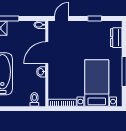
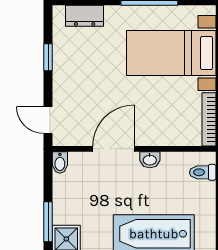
door: (47, 53) -> (114, 149), swing flipped

